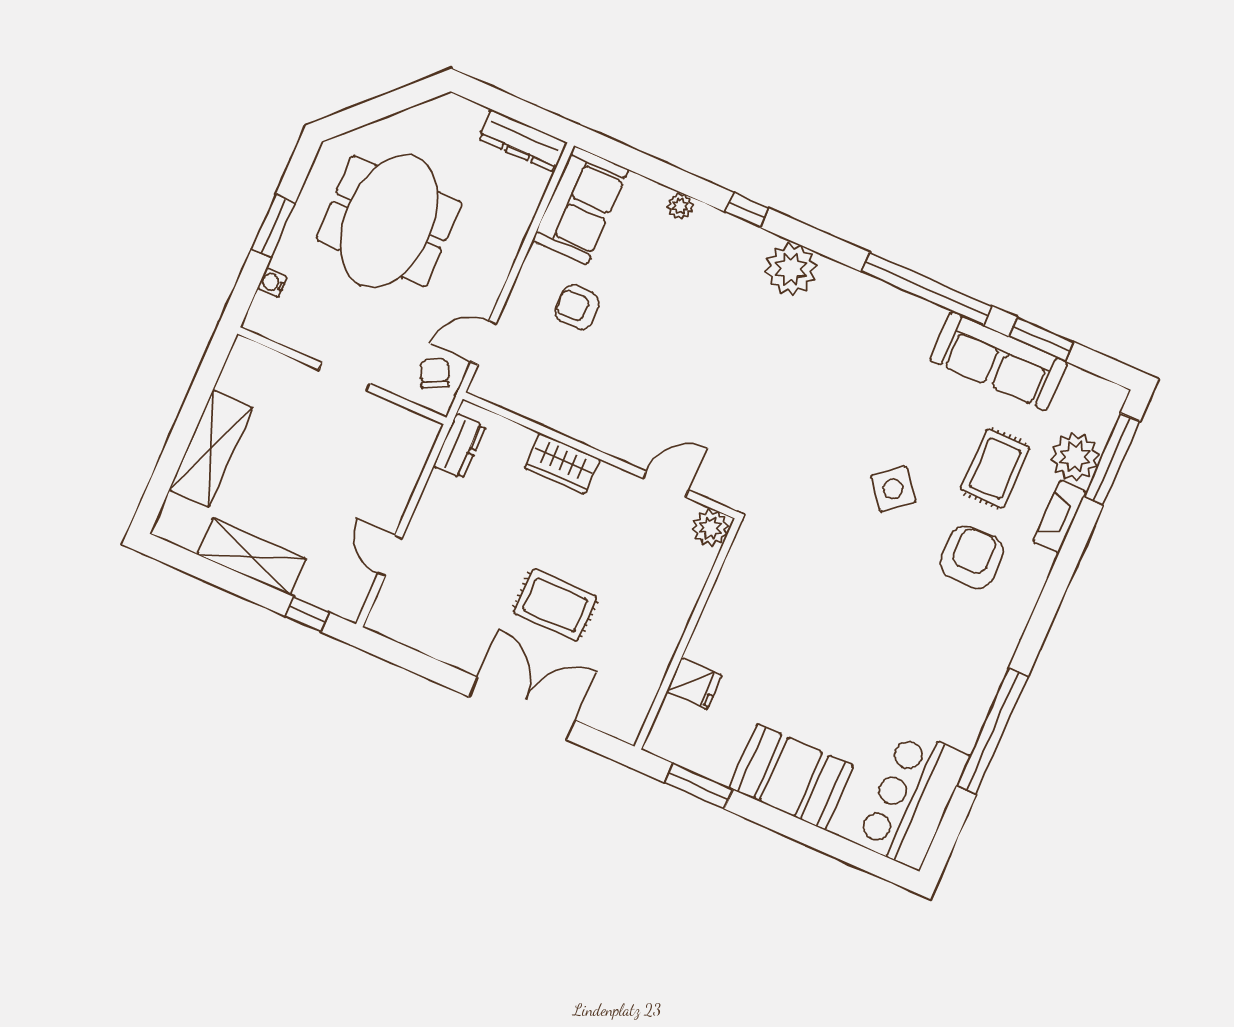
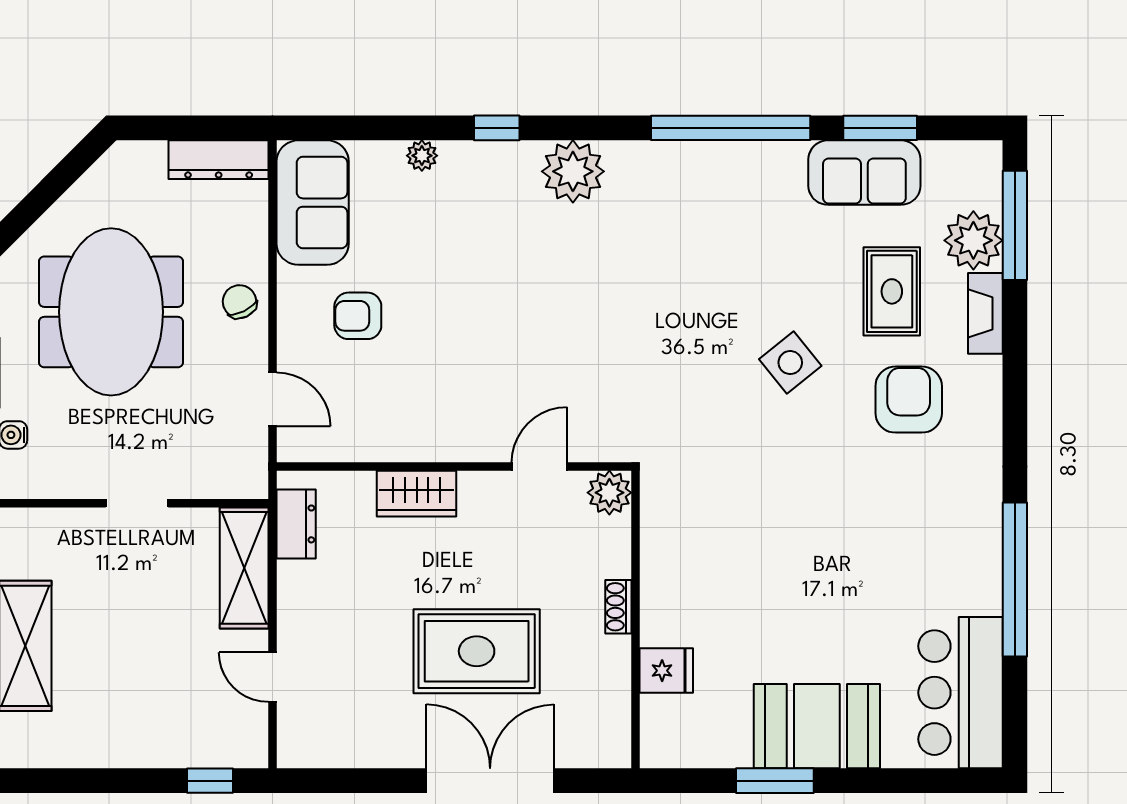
door: (483, 343) -> (273, 399), swing flipped
sofa: (999, 361) -> (864, 173), width x0.73
chair: (435, 373) -> (239, 302), moved
shelving: (252, 557) -> (244, 568), moved, turned 90
rug: (555, 605) -> (477, 651), width x1.36, depth x1.43
shoe rack: (679, 618) -> (618, 607), added
window: (699, 786) -> (775, 781), moved

